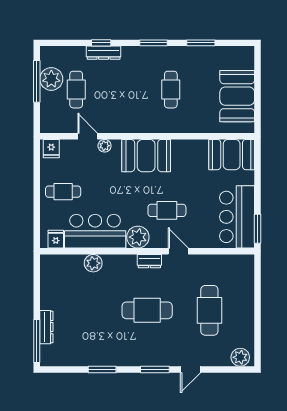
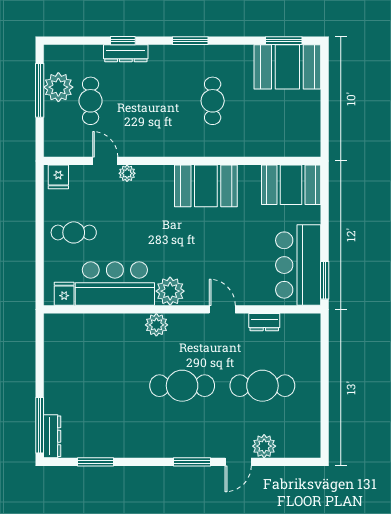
window: (201, 43) -> (284, 41), moved
booth: (237, 96) -> (287, 67), moved, turned 90
booth: (146, 156) -> (206, 186), moved
cafe table: (167, 210) -> (208, 257), removed
dresser: (149, 261) -> (264, 322), moved
plant: (93, 263) -> (156, 325), moved
cafe table: (209, 310) -> (262, 386), turned 90
dresser: (46, 327) -> (52, 436), moved
plant: (240, 357) -> (264, 446), moved
window: (102, 369) -> (95, 462), moved

